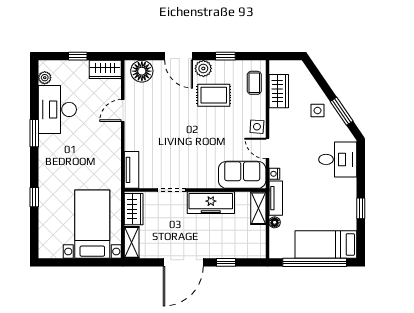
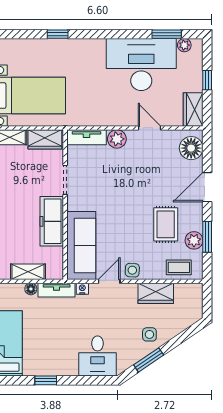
window: (225, 56) -> (207, 237), width x1.50
plant: (203, 68) -> (194, 240), moved
wardrobe: (279, 91) -> (156, 293), moved
desk: (57, 109) -> (141, 65), width x1.36, depth x1.30
window: (34, 133) -> (167, 34), moved
plant: (133, 141) -> (117, 139), added
sofa: (242, 175) -> (81, 246), width x1.36
shelving: (258, 208) -> (28, 272), moved

